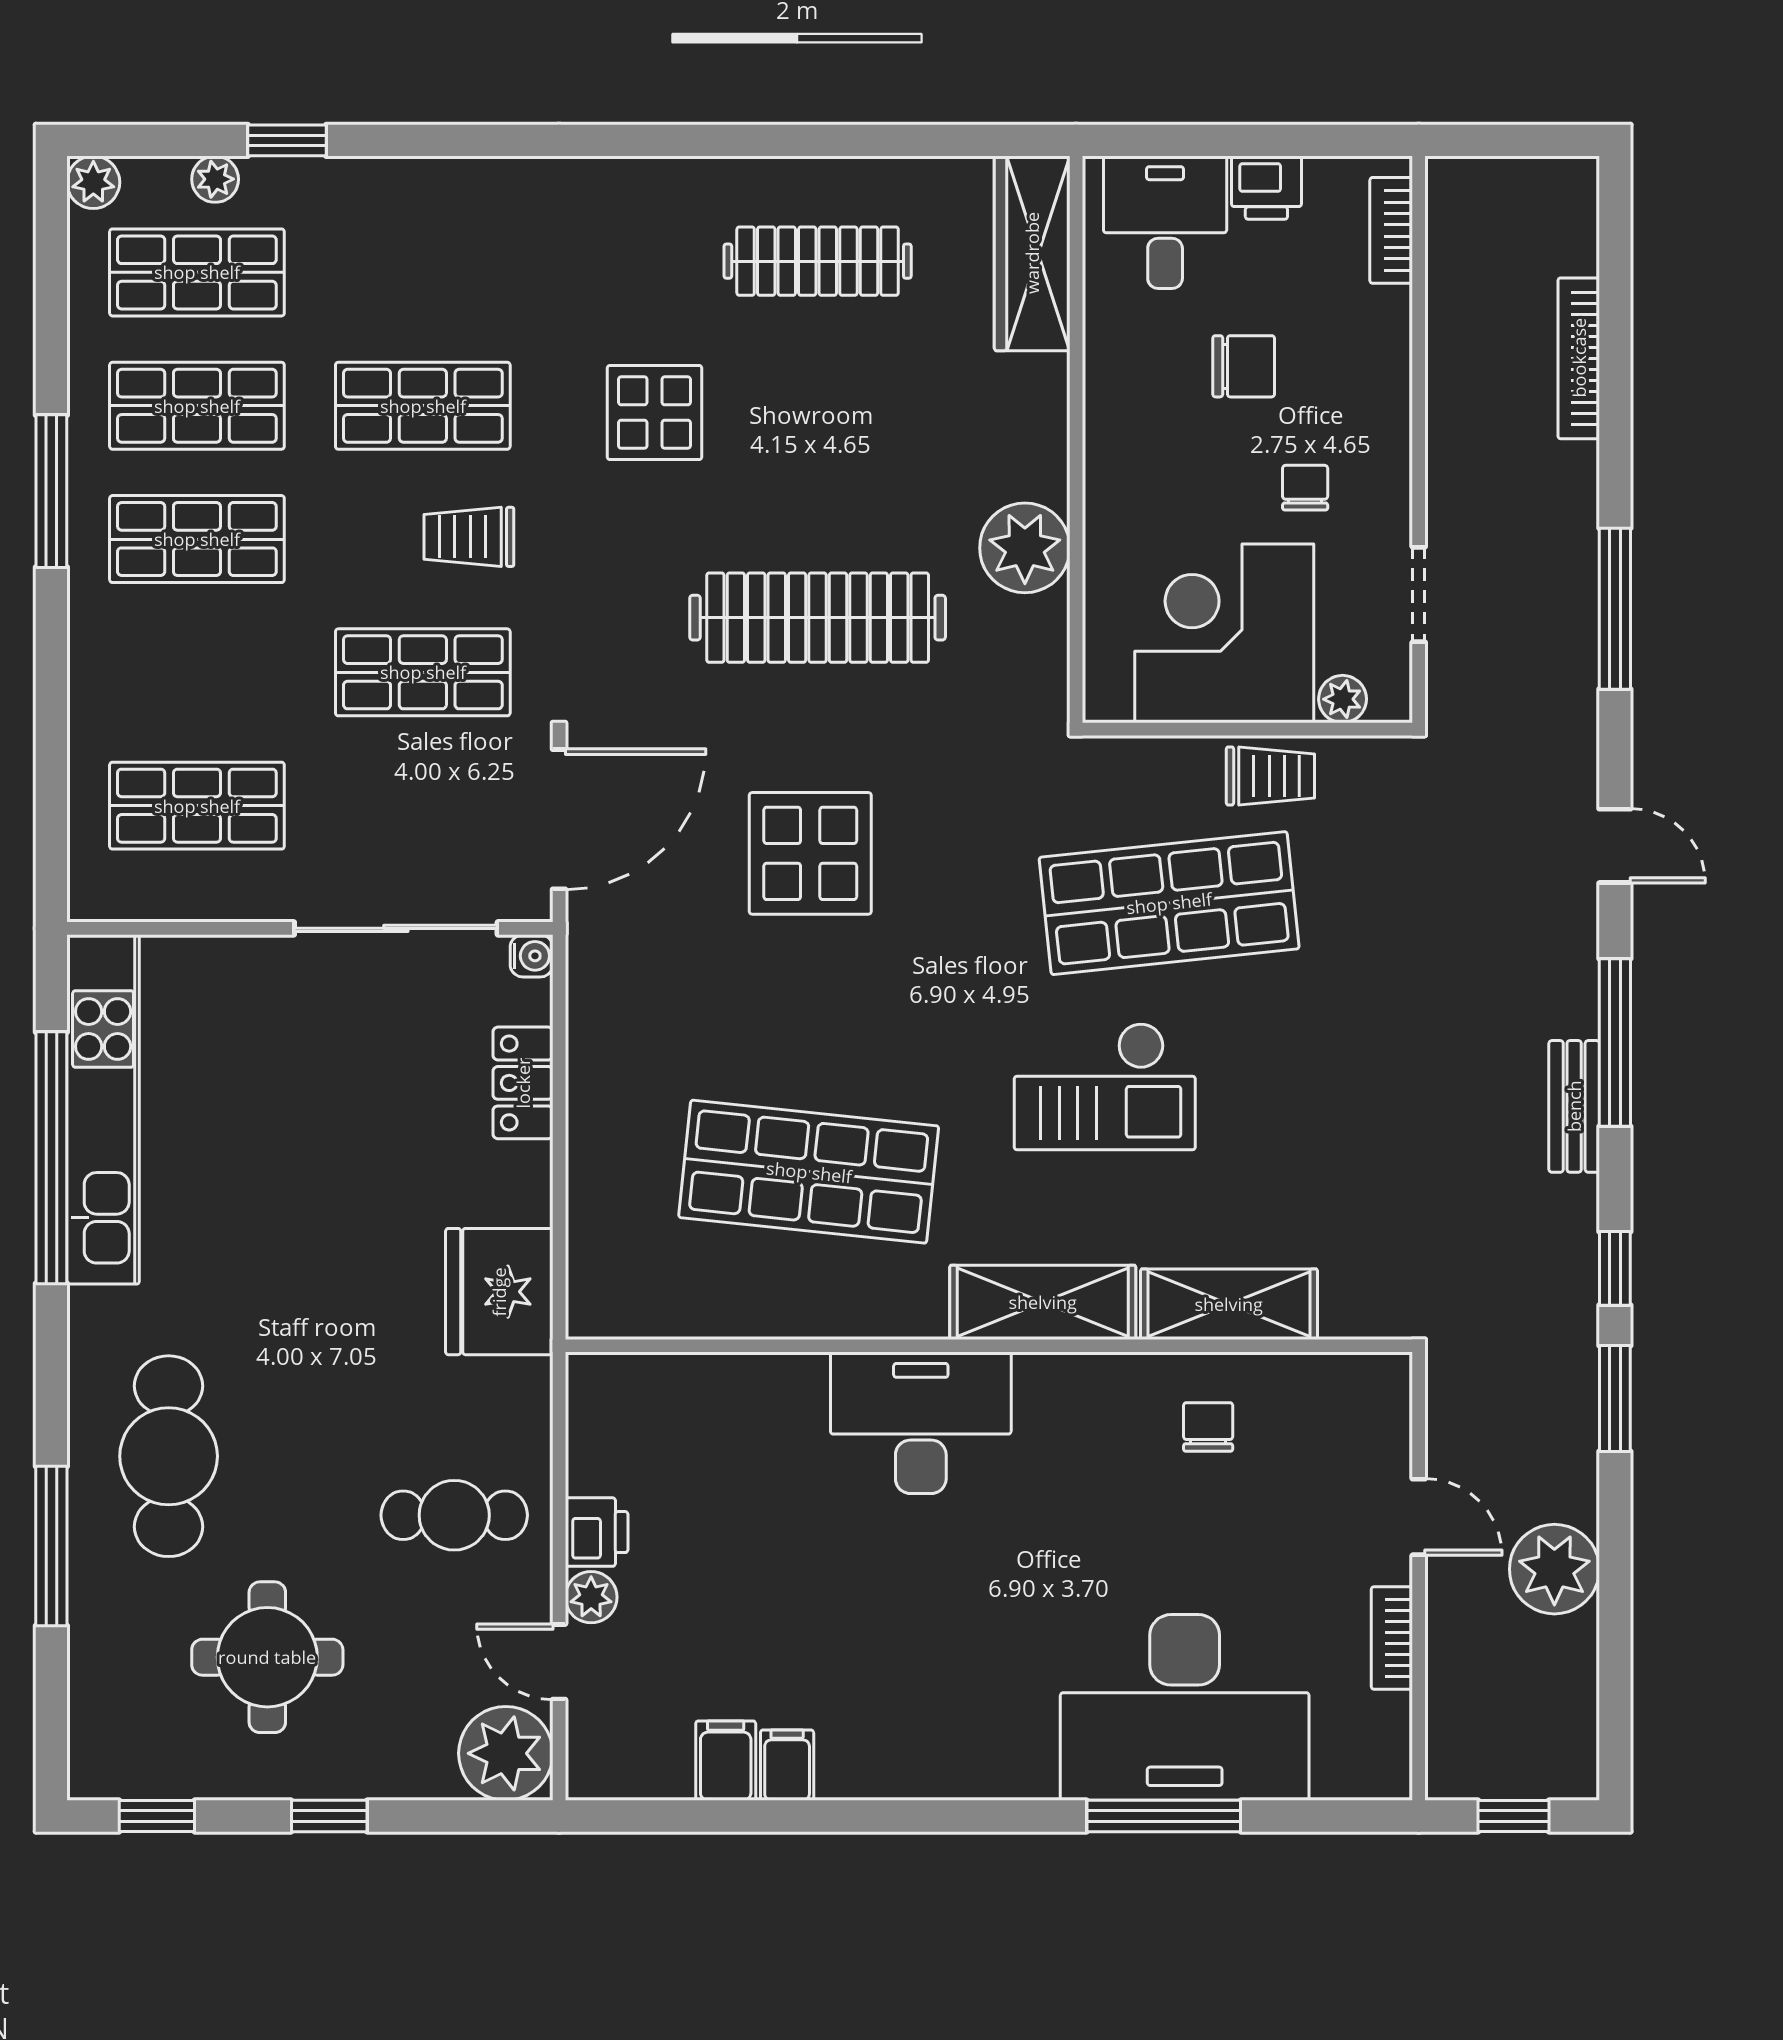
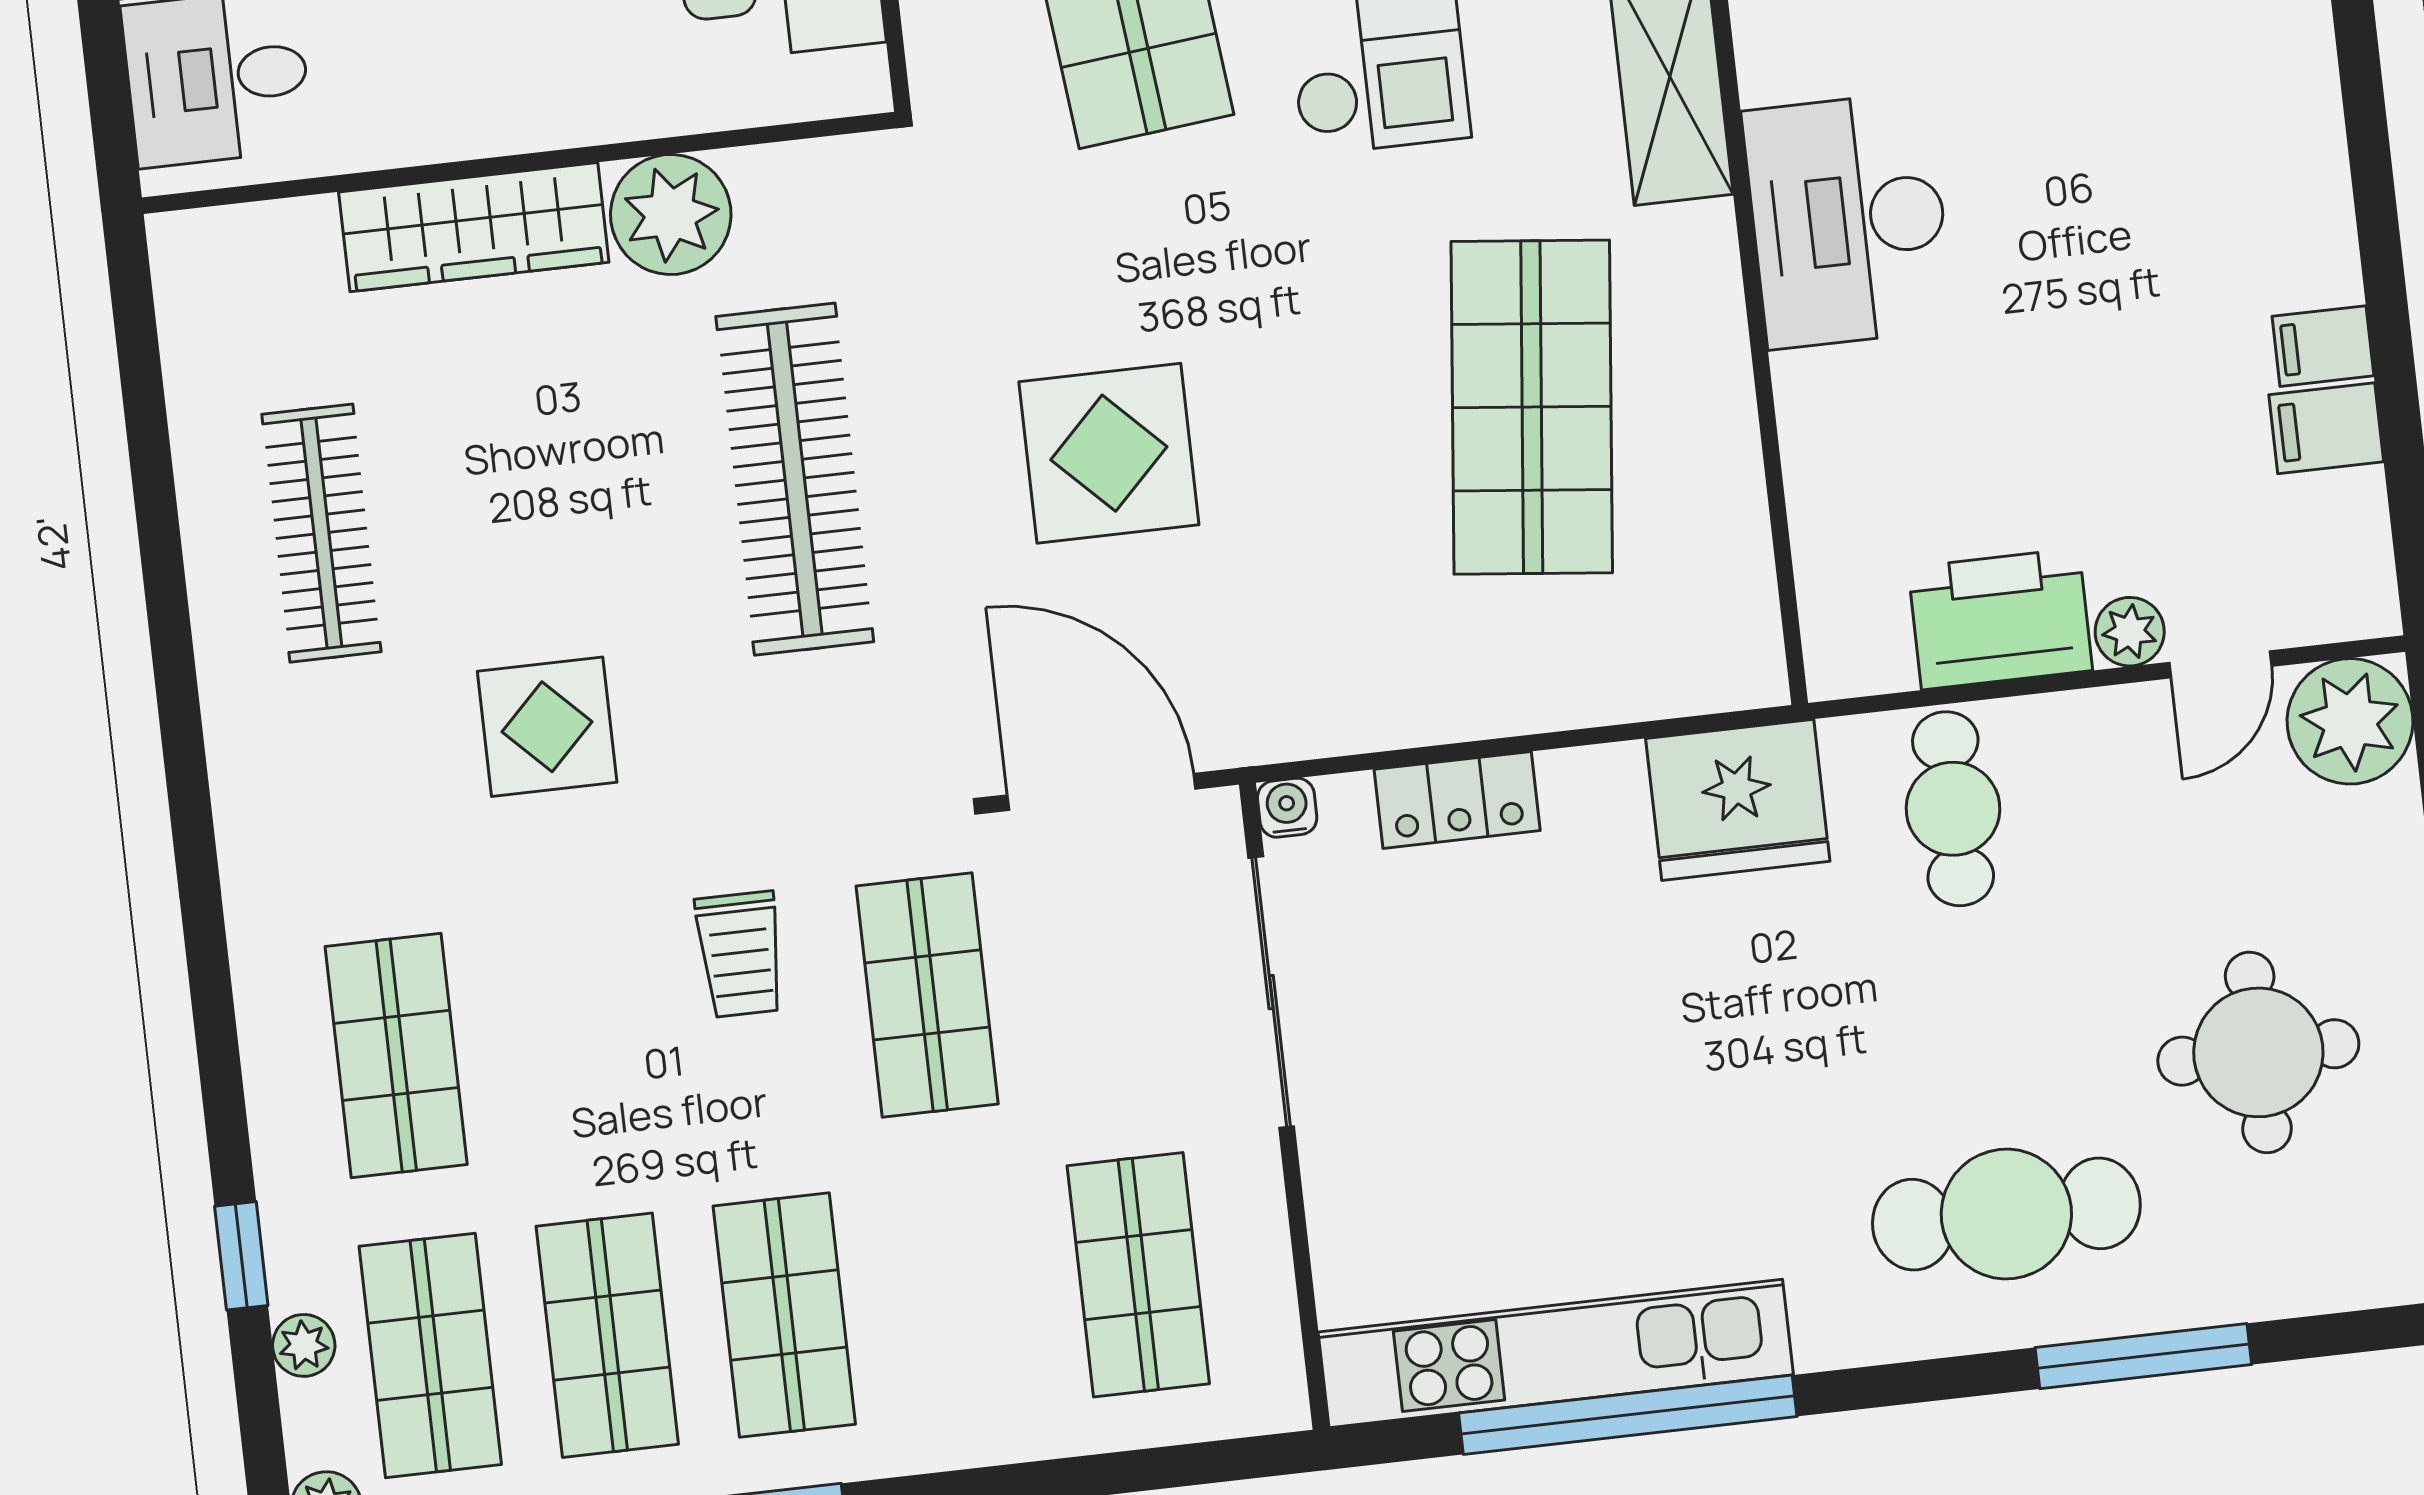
wardrobe: (1032, 253) -> (474, 227), moved
shop shelf: (423, 406) -> (396, 1056), moved
cafe table: (454, 1515) -> (1953, 809), moved
printer: (597, 1532) -> (2000, 619), width x1.87, depth x1.48

